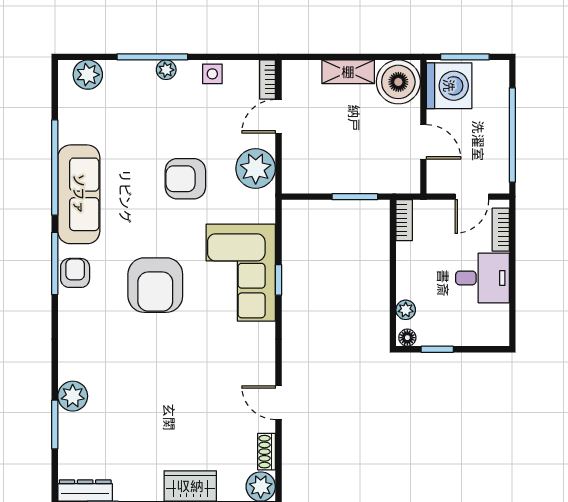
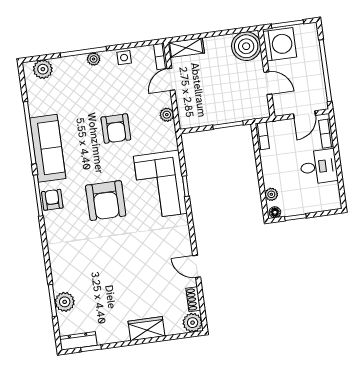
shelving: (348, 72) -> (186, 48), moved
plant: (256, 168) -> (167, 115), width x0.53, depth x0.53
armchair: (185, 179) -> (116, 128), turned -90
plant: (73, 396) -> (65, 302), moved

